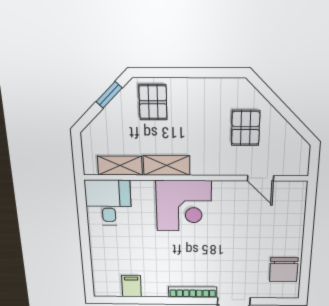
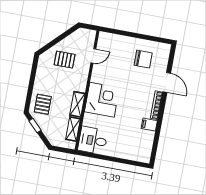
pallet: (153, 102) -> (43, 104), turned 90
chair: (284, 270) -> (143, 59), moved
filing cabinet: (132, 286) -> (149, 125), moved

